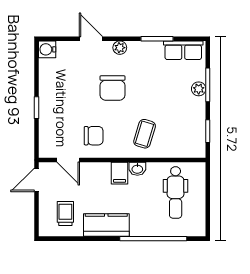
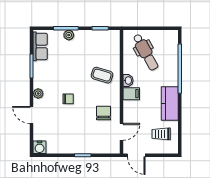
door: (91, 39) -> (32, 115), hinge flipped
chair: (113, 88) -> (68, 99), width x0.54, depth x0.54
dental chair: (176, 192) -> (146, 52), turned 61

